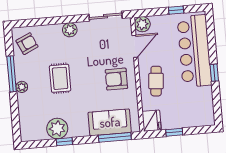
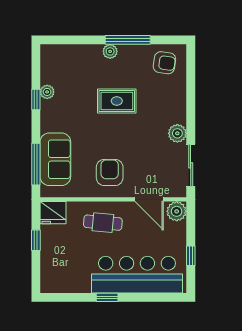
plant: (70, 30) -> (177, 133), moved
armchair: (27, 44) -> (164, 63), turned -57
plant: (57, 129) -> (47, 92), width x0.53, depth x0.53

